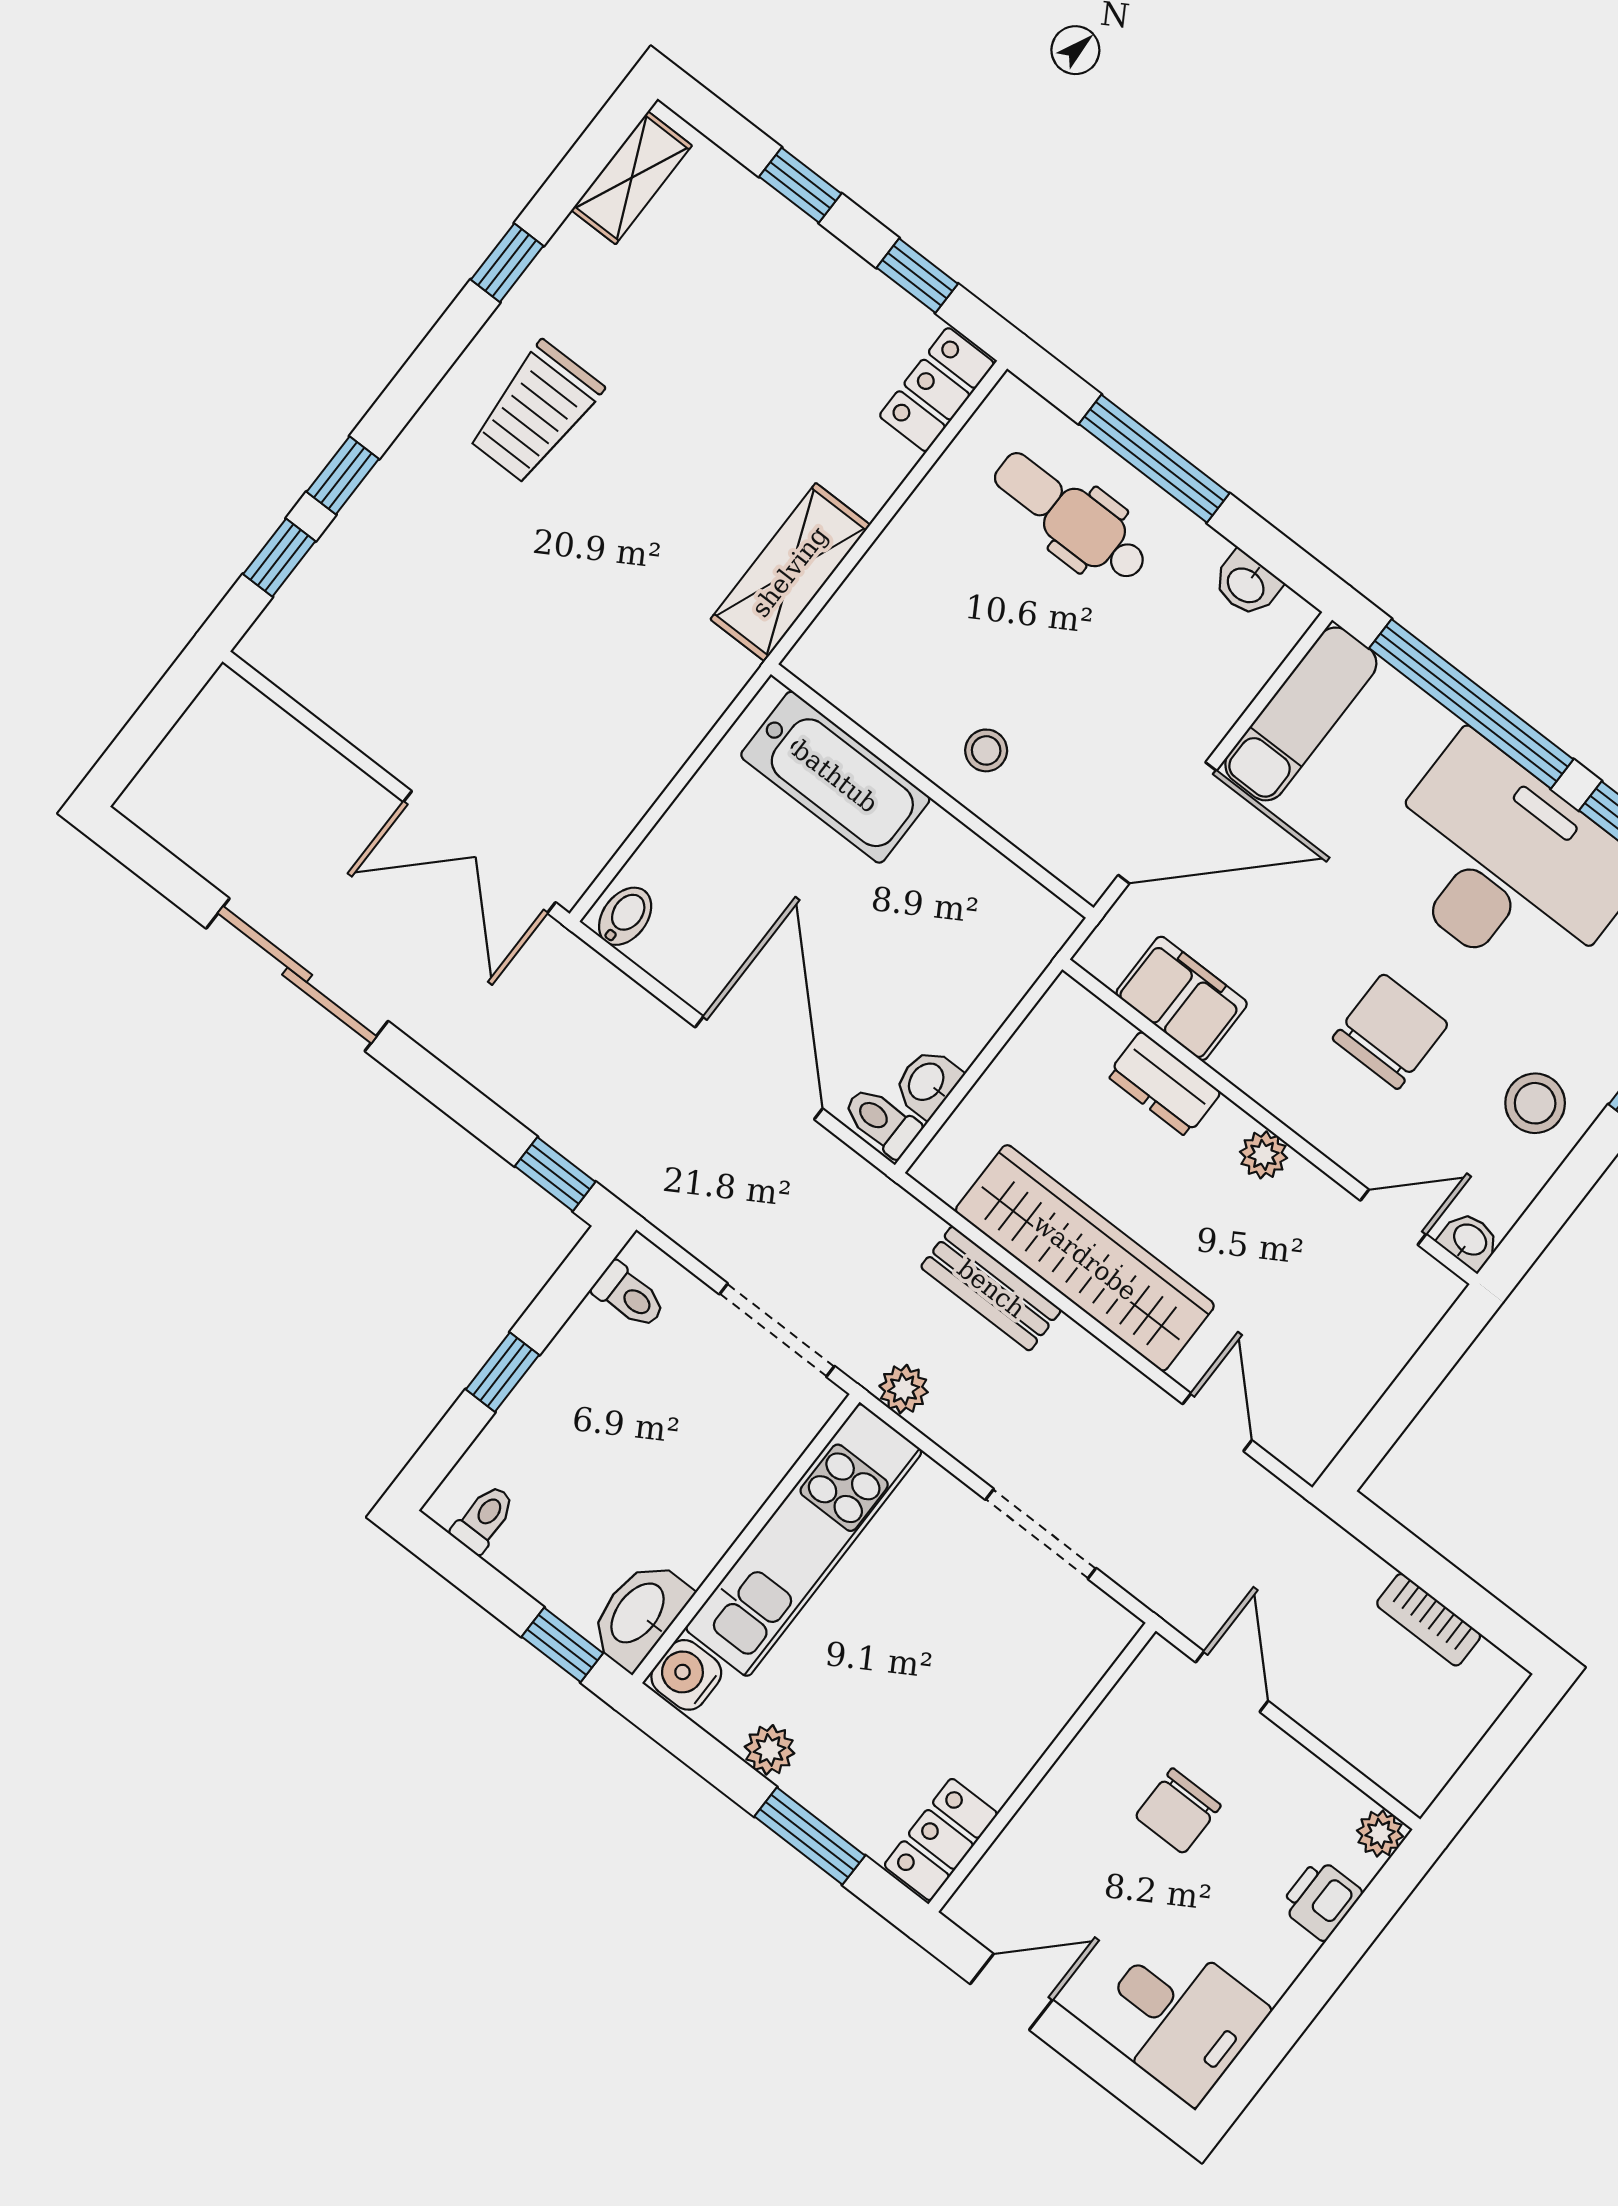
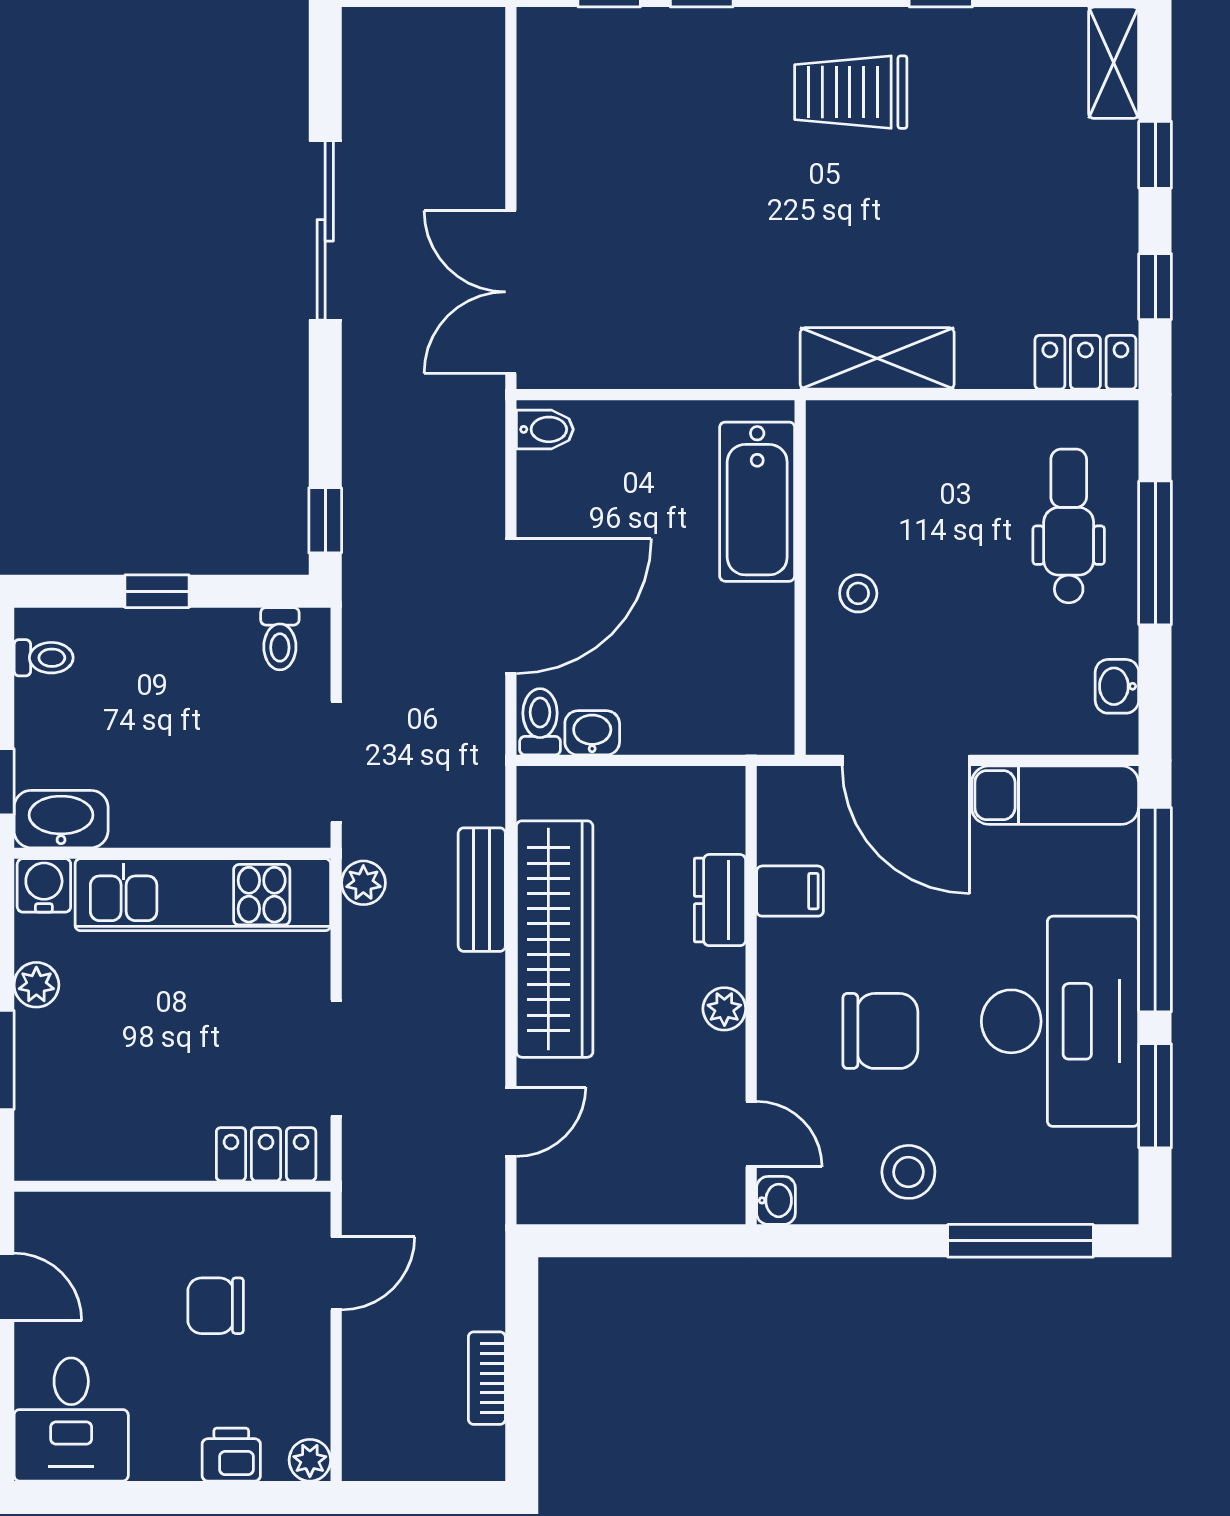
shelving: (632, 178) -> (1114, 63), moved, turned 90
filing cabinet: (1182, 998) -> (790, 891), width x0.50
locker: (941, 1839) -> (266, 1154), moved

